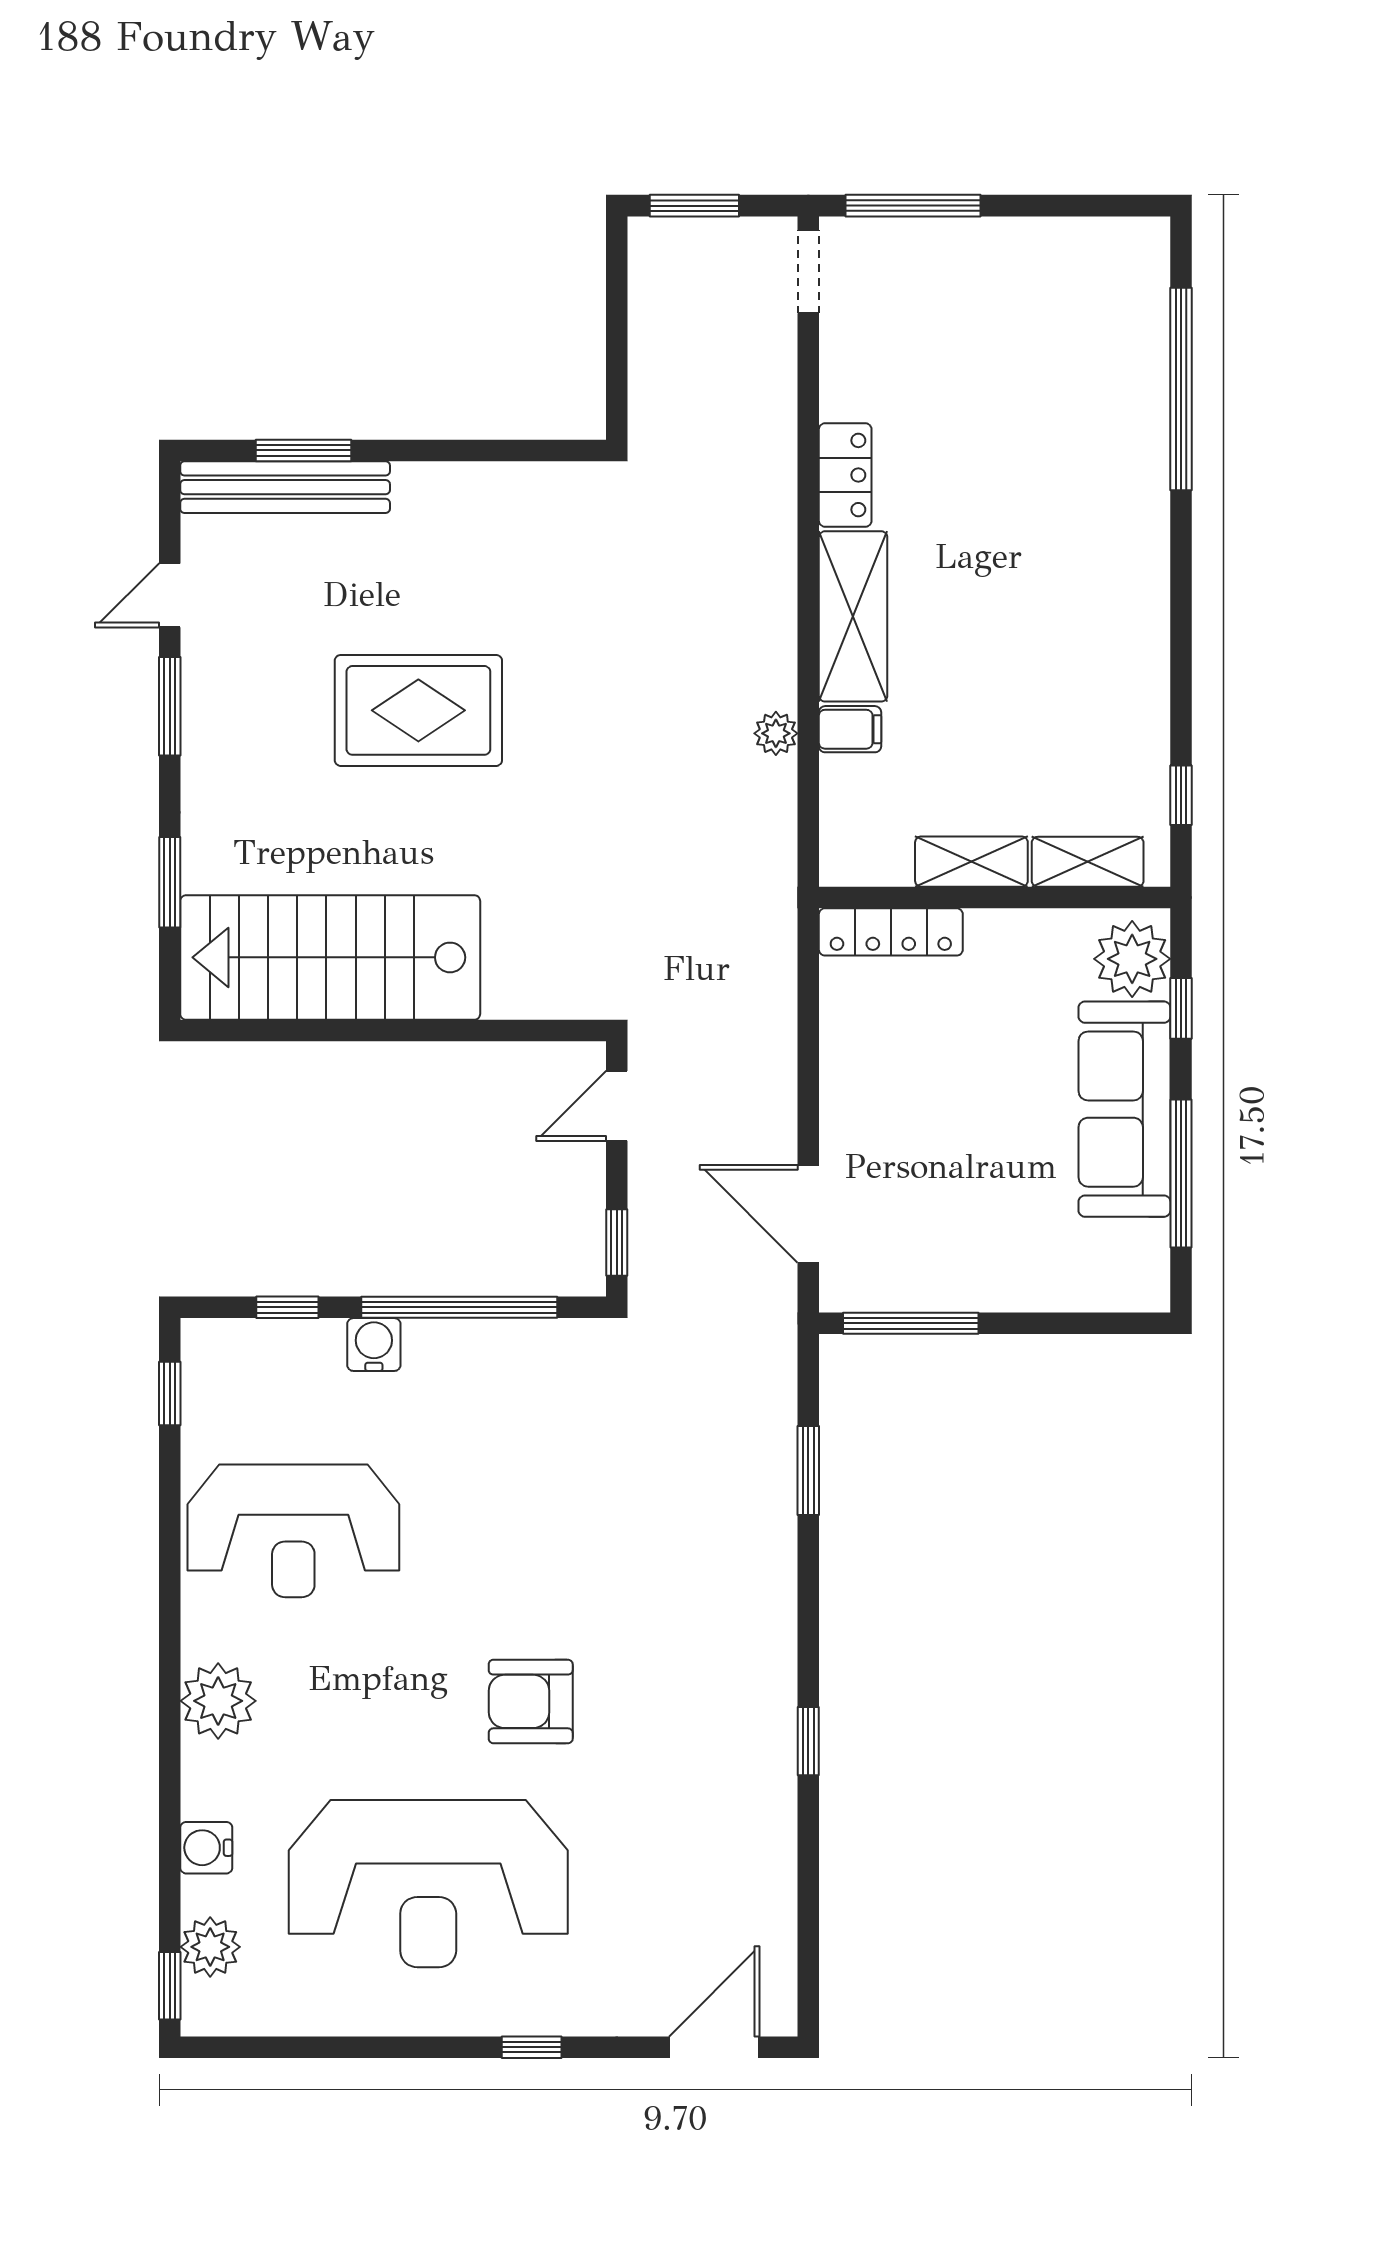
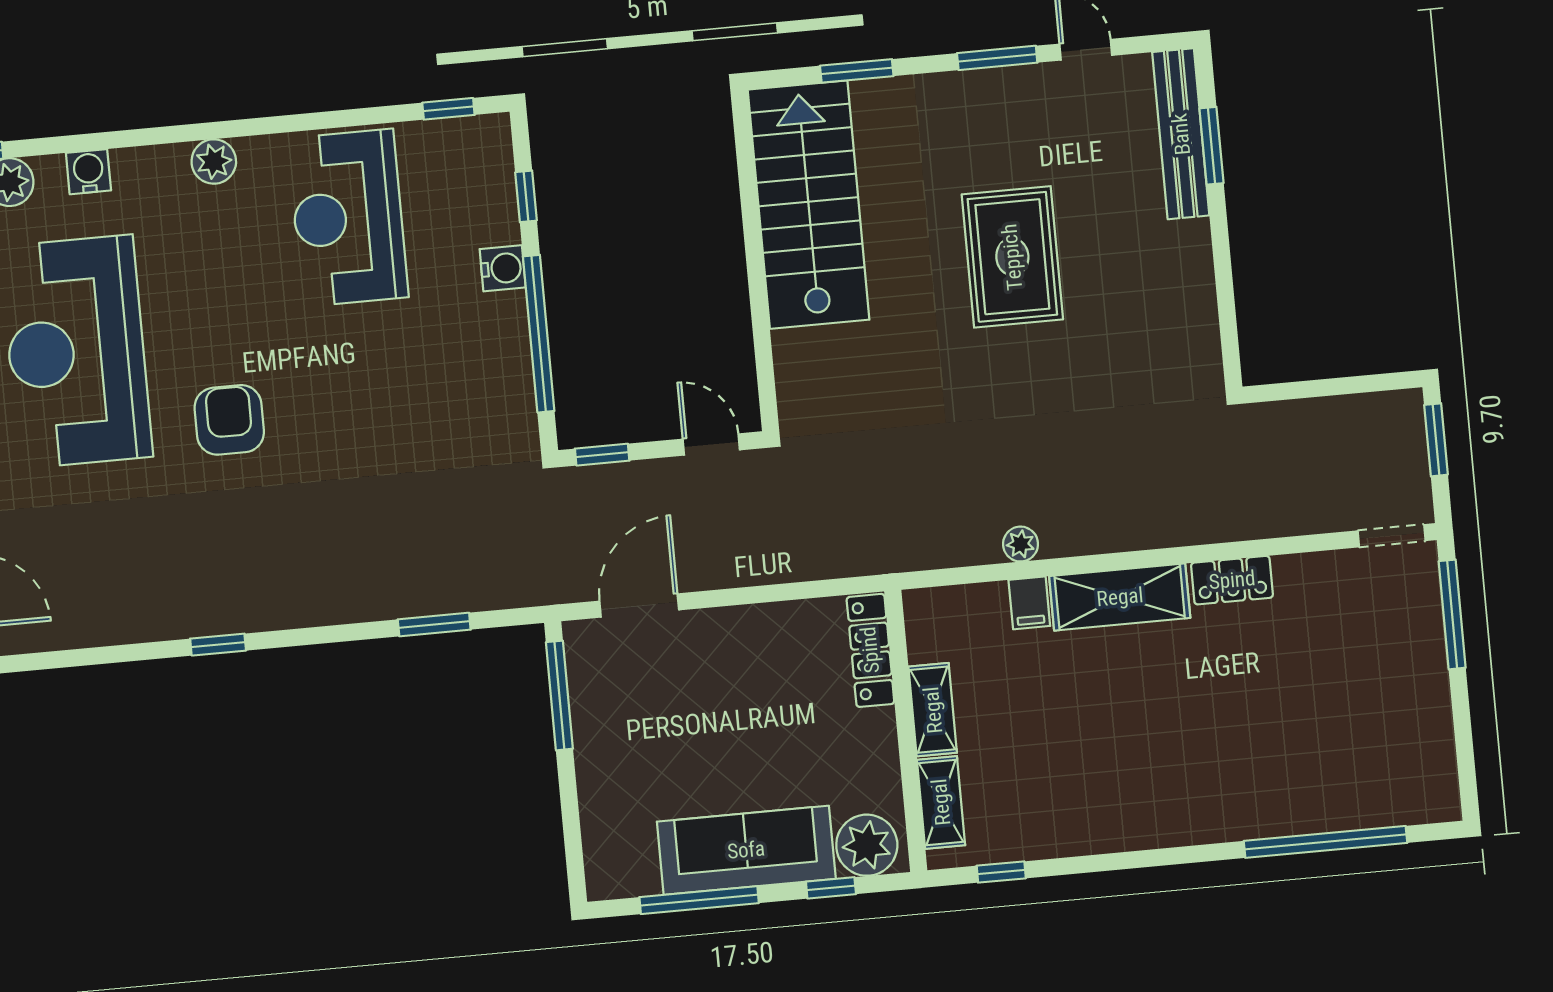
plant: (218, 1701) -> (214, 161), width x0.73, depth x0.73

